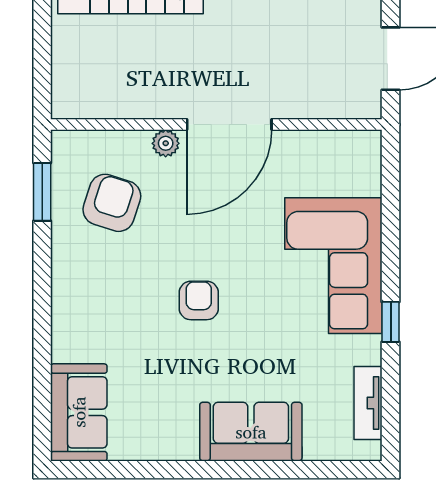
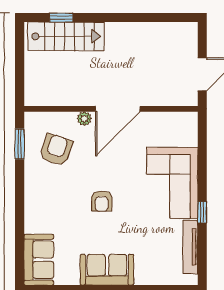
armchair: (199, 300) -> (102, 201), turned 180
tv unit: (368, 403) -> (190, 247), width x1.41
sofa: (251, 432) -> (107, 270), moved

